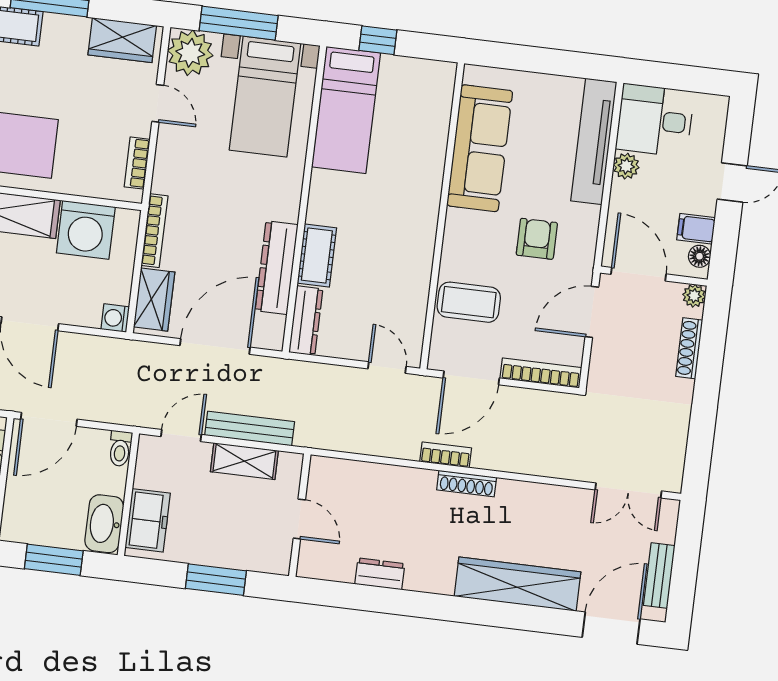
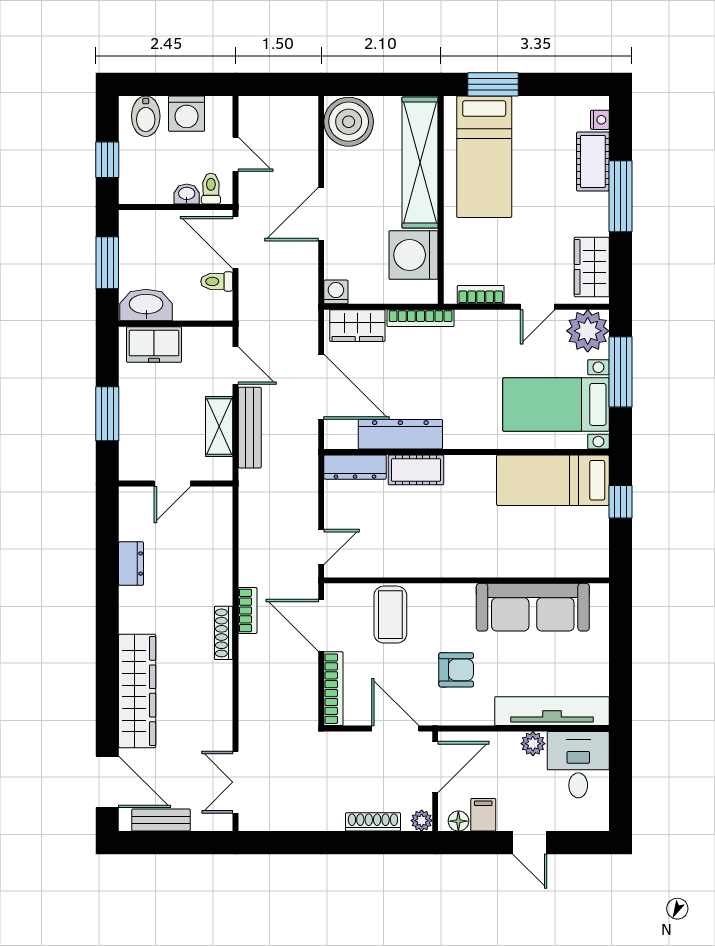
toilet: (120, 449) -> (217, 281), moved

